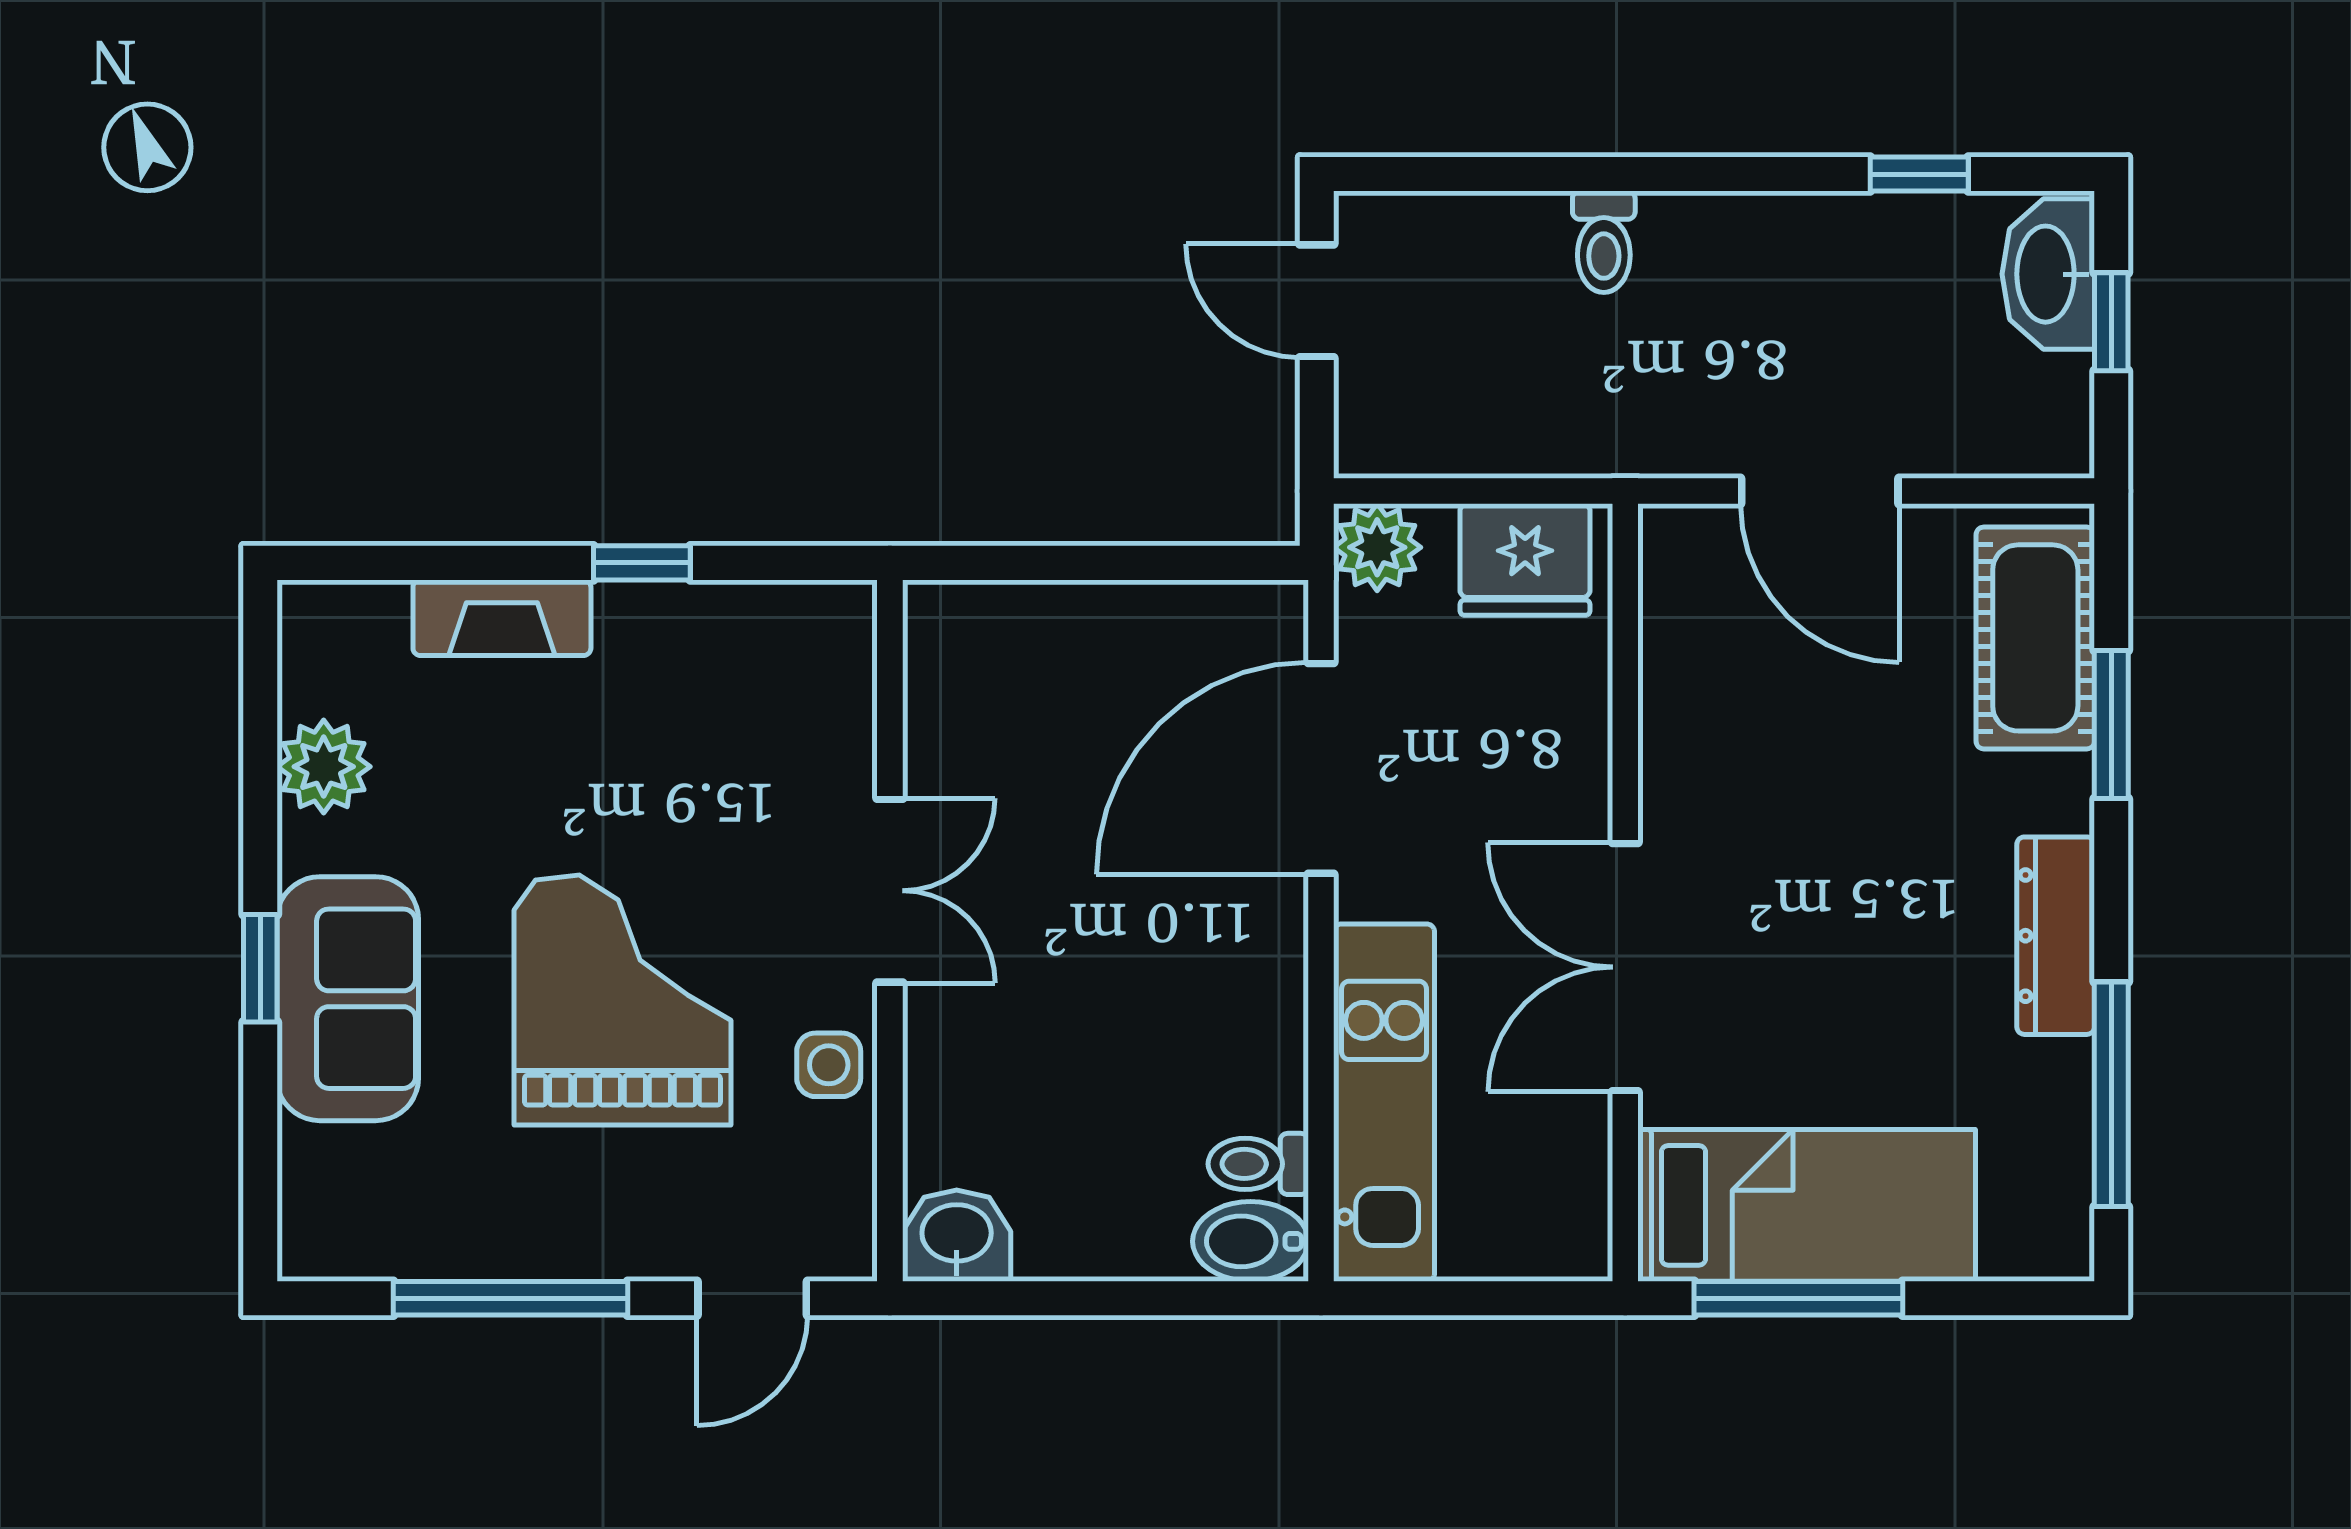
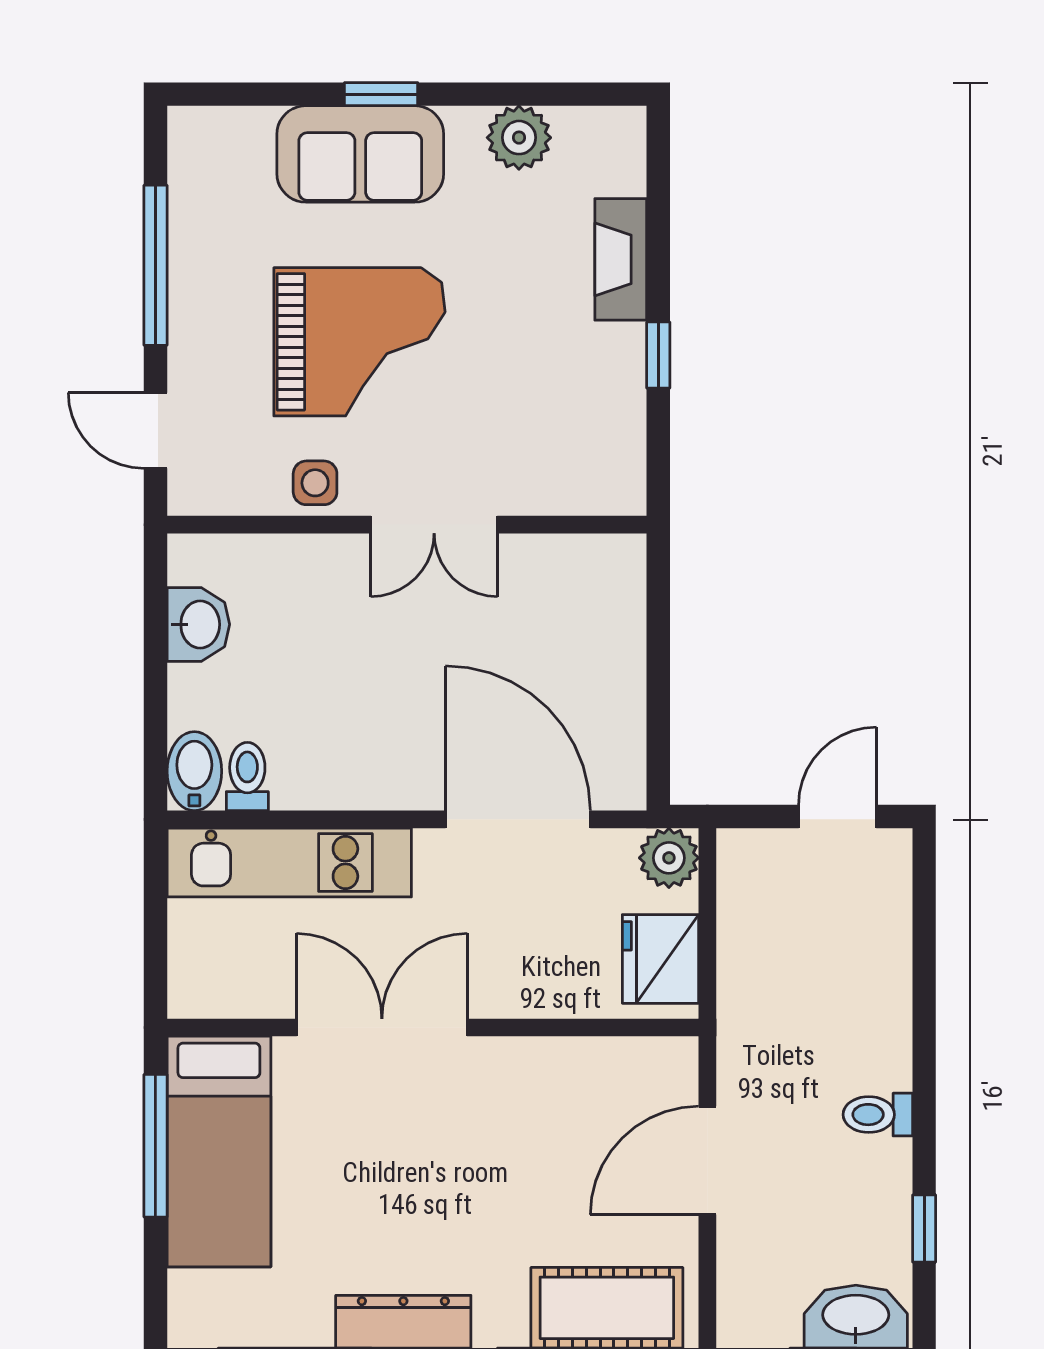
toilet: (1604, 242) -> (878, 1115), moved
washbasin: (957, 1236) -> (198, 624), moved

